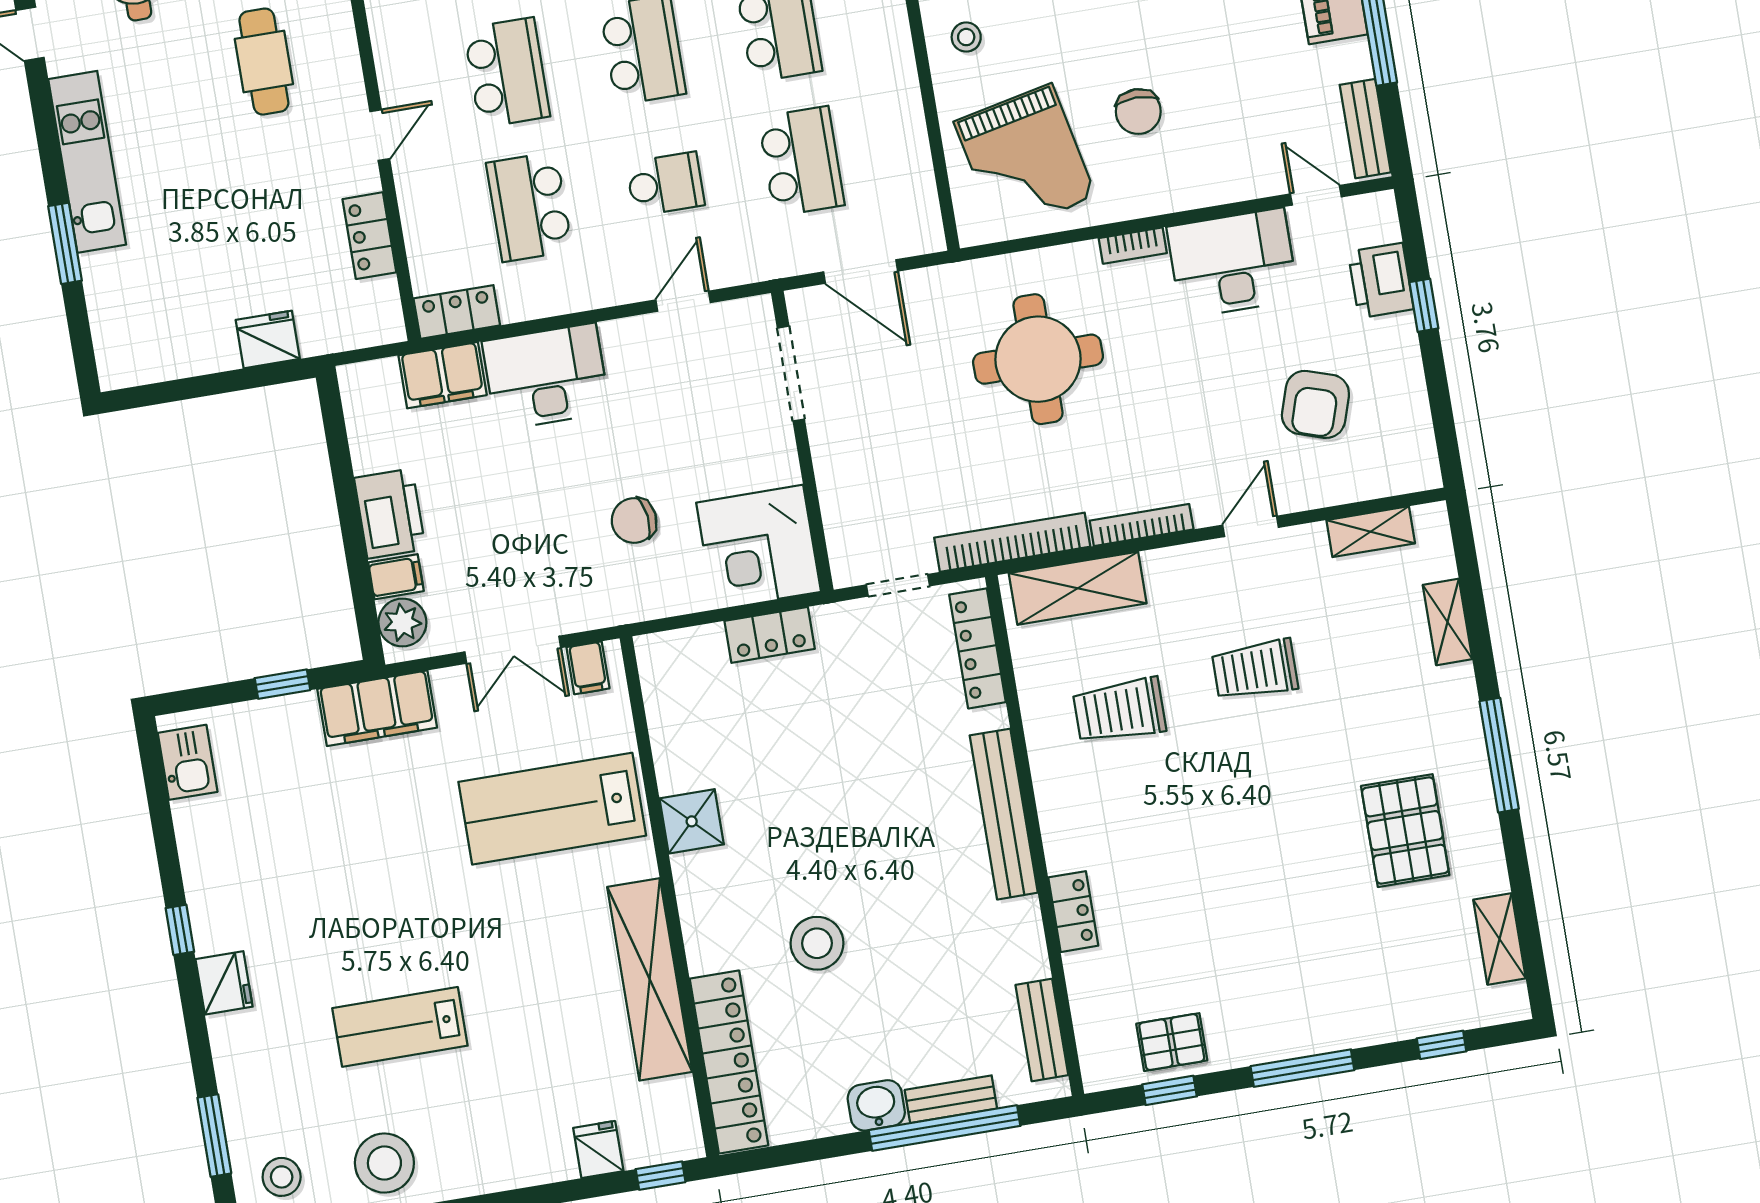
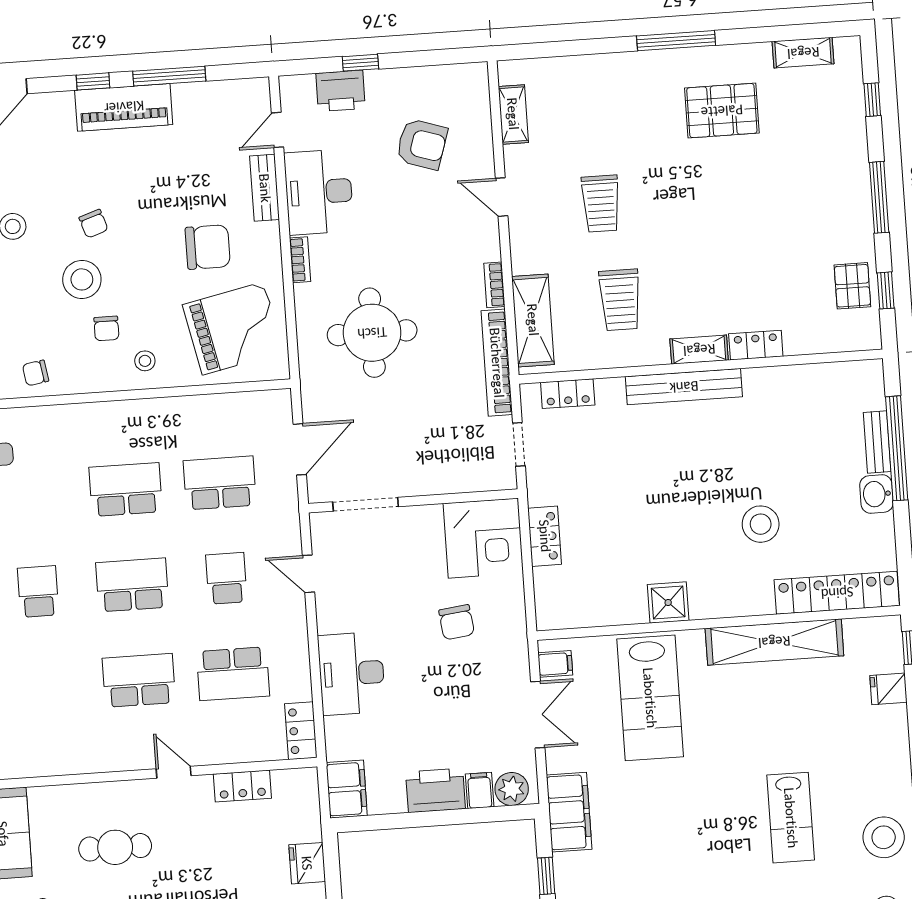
chair: (1138, 112) -> (208, 247), width x1.37, depth x1.37
bench: (1365, 129) -> (265, 188), moved, turned 90
filing cabinet: (443, 375) -> (347, 789), moved
bookcase: (1142, 525) -> (494, 285), width x0.64
shelving: (1448, 622) -> (699, 350), moved
locker: (978, 648) -> (568, 394), width x0.66
bench: (1042, 1030) -> (835, 375), removed

